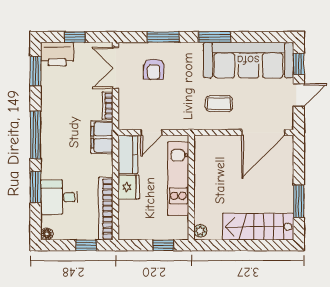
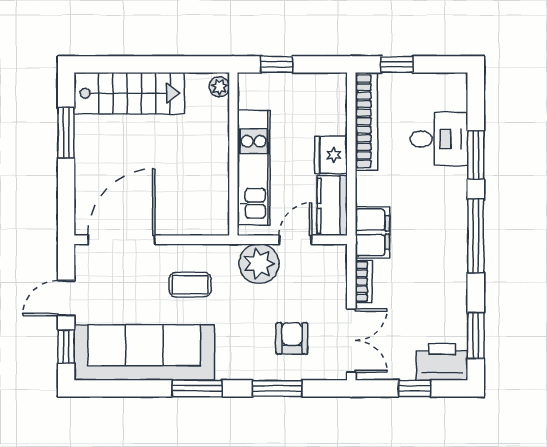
plant: (175, 117) -> (259, 264), added
floor lamp: (47, 234) -> (458, 82), removed

